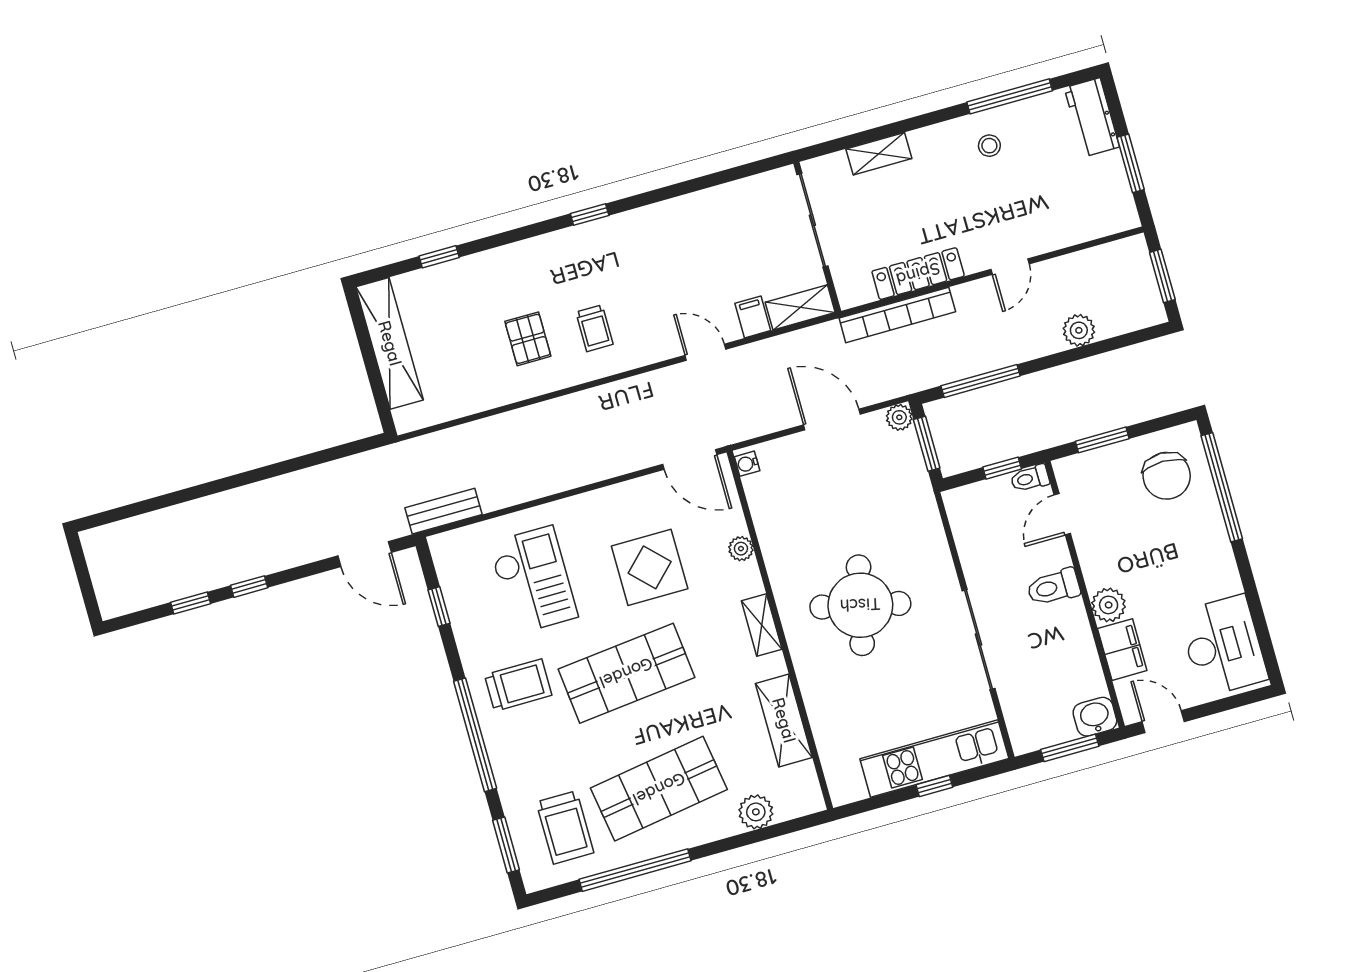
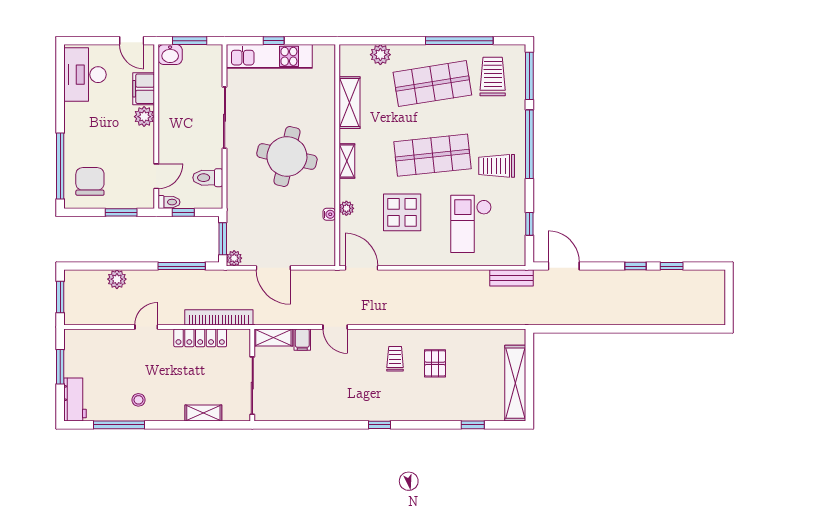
water cooler: (747, 464) -> (329, 214), moved
toilet: (1053, 587) -> (208, 178), moved, turned 180
window: (506, 845) -> (529, 76), width x1.44

